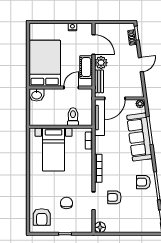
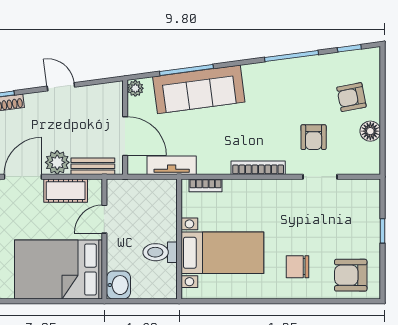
door: (71, 87) -> (104, 219), hinge flipped
toilet: (73, 117) -> (160, 252), moved
tv unit: (100, 118) -> (172, 165), width x0.71
armchair: (143, 182) -> (351, 97), moved, turned 79
chair: (66, 203) -> (297, 267), moved
armchair: (42, 217) -> (351, 275), turned 180
floor lamp: (100, 227) -> (370, 131), moved

